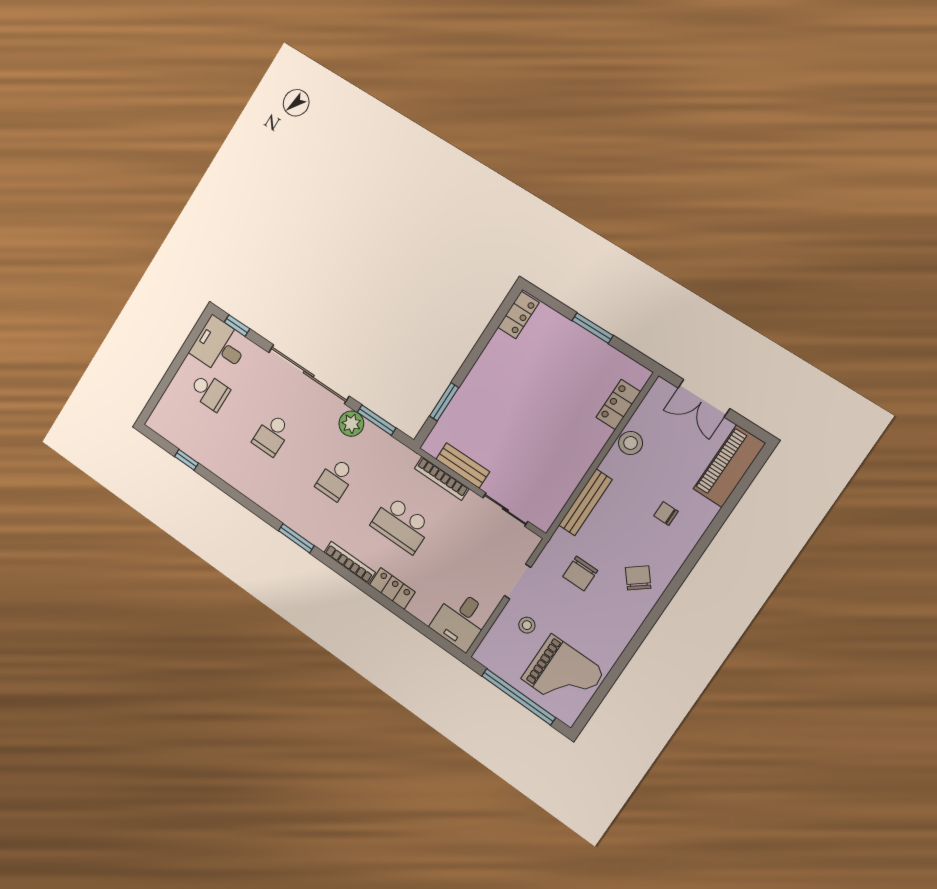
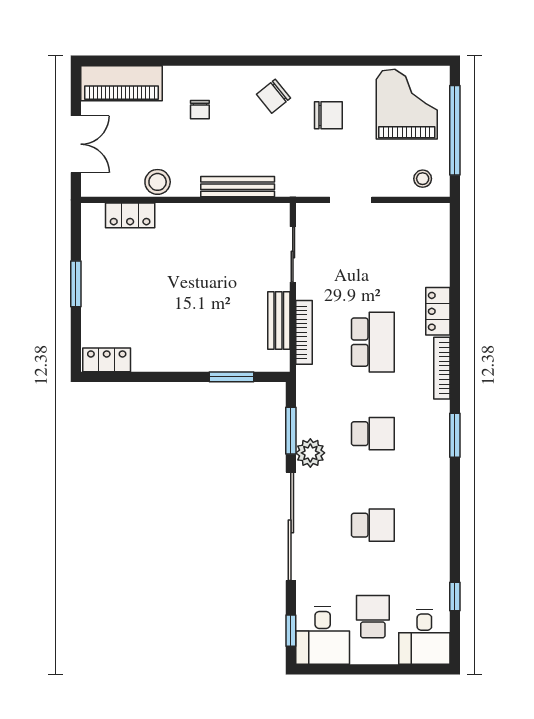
chair: (580, 573) -> (328, 115), moved
desk: (461, 620) -> (424, 637), moved, turned 90
stool: (527, 625) -> (423, 179), moved

